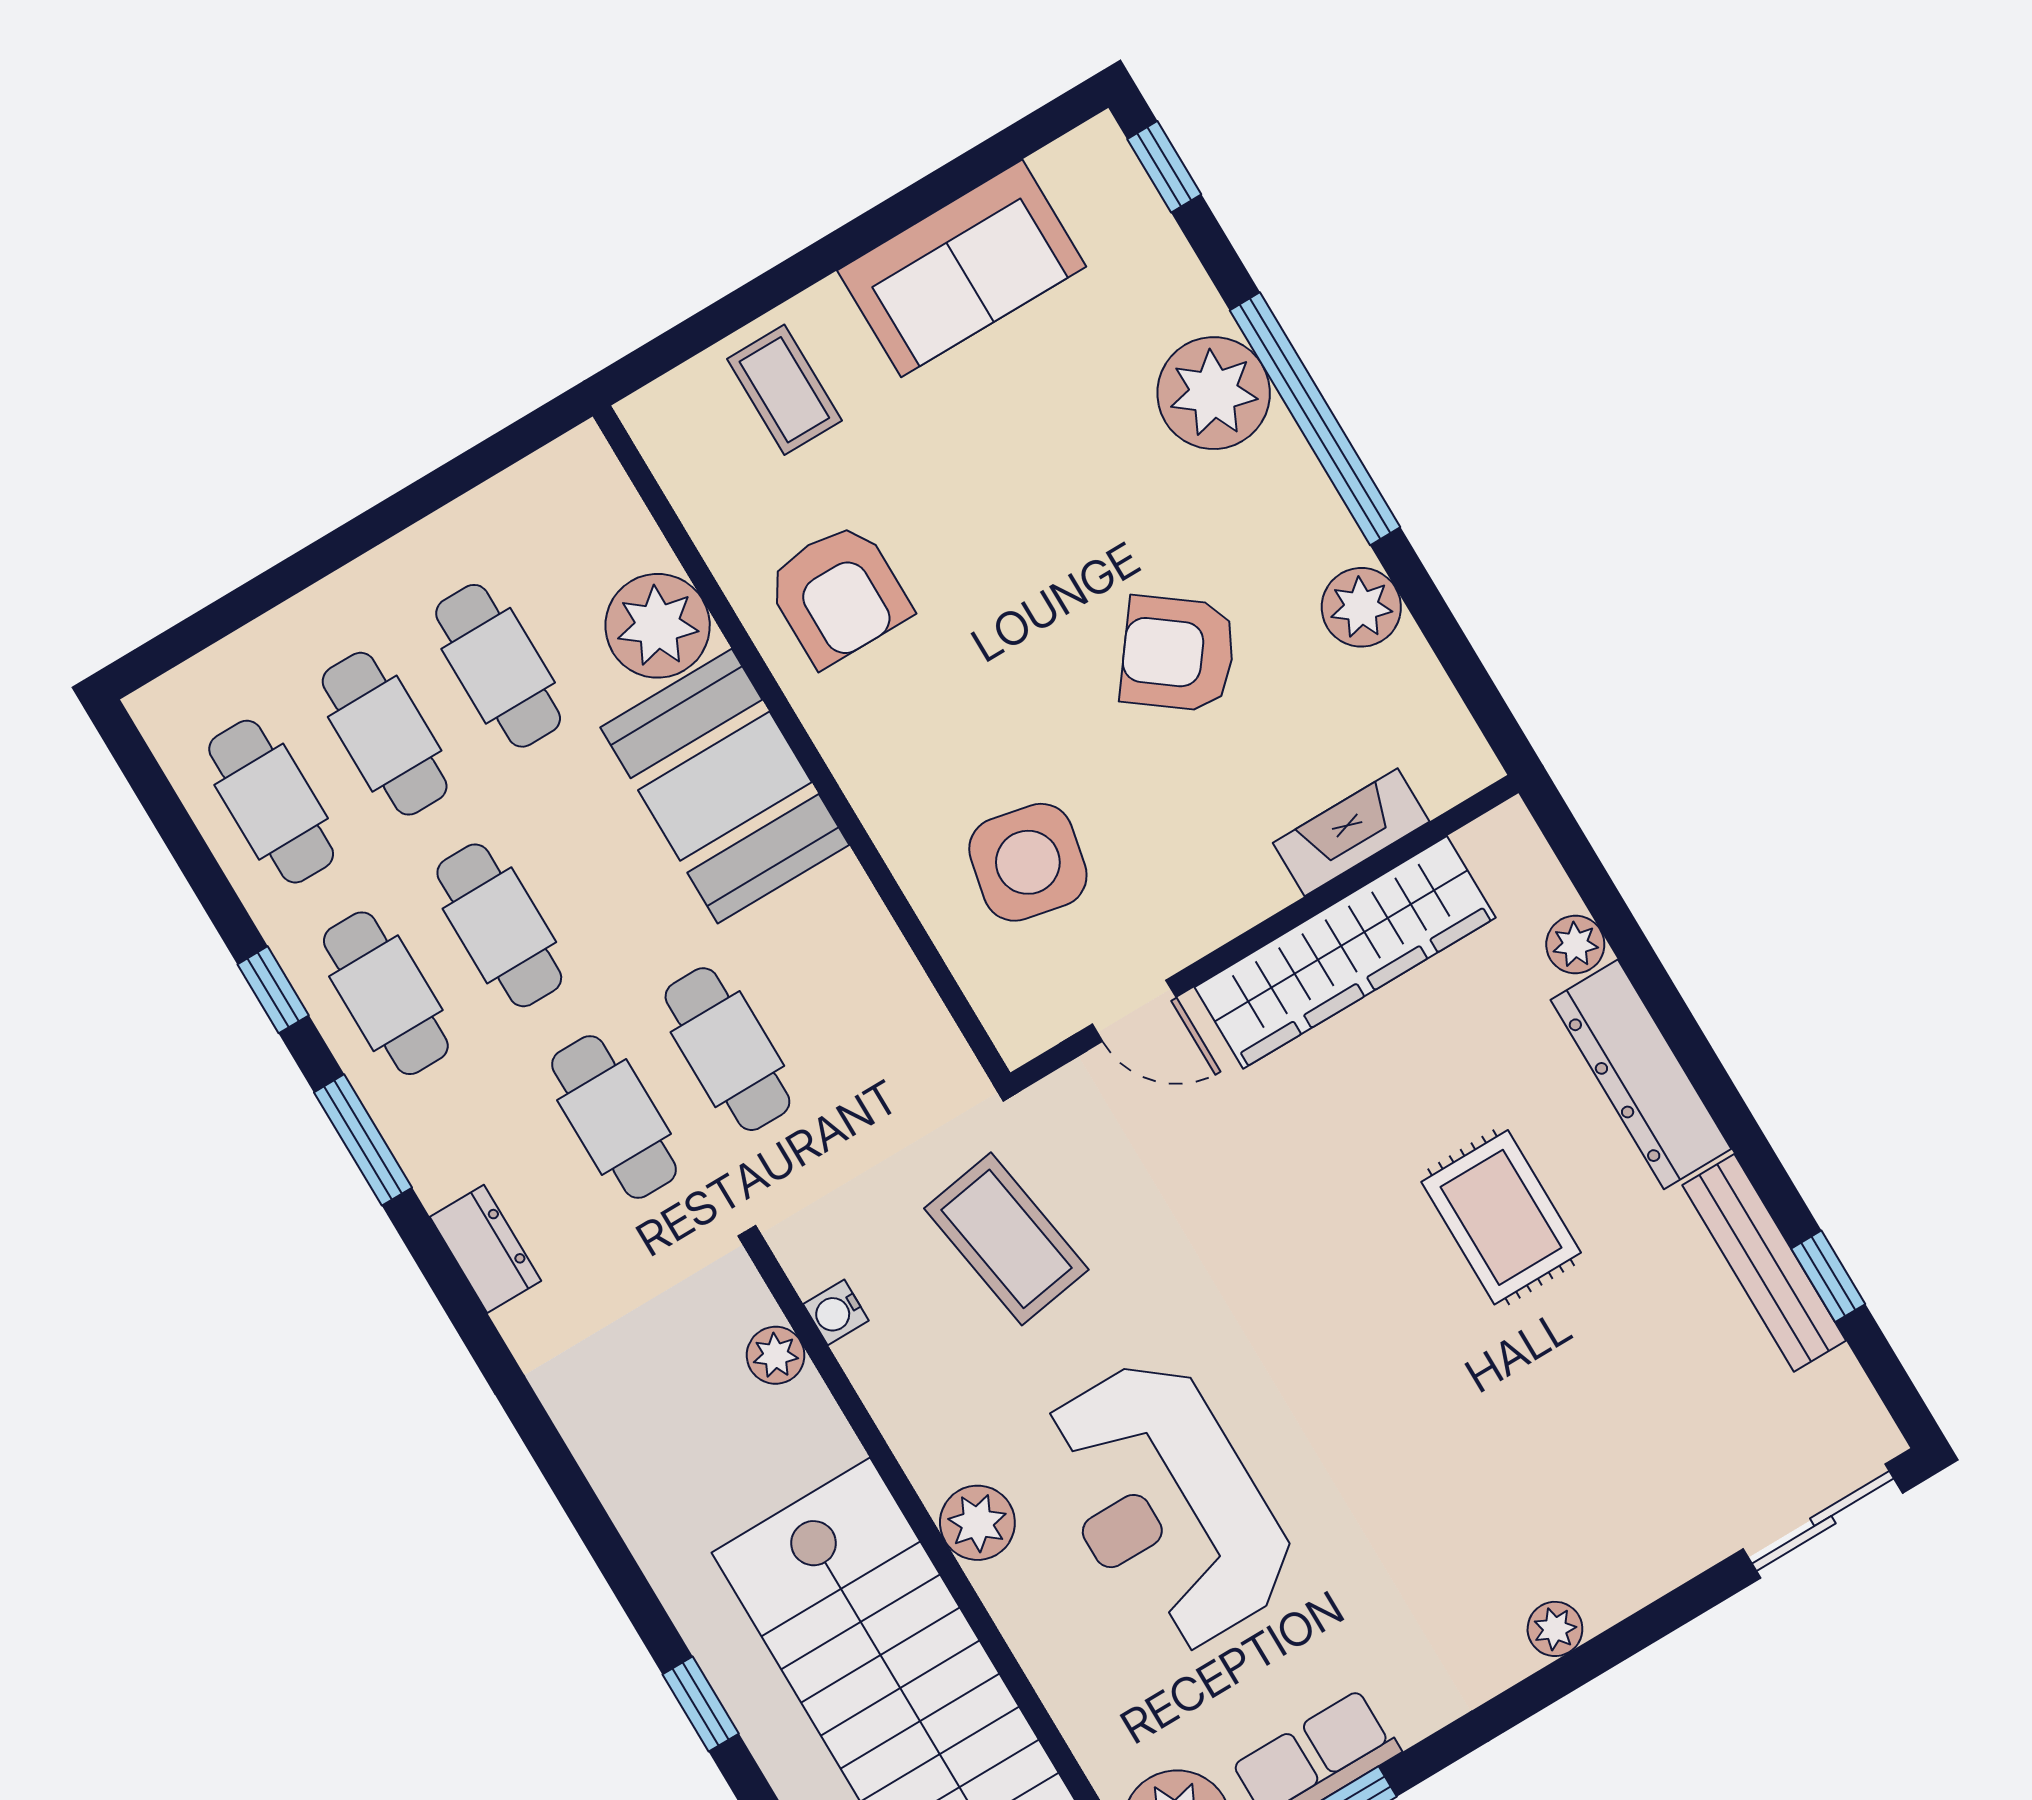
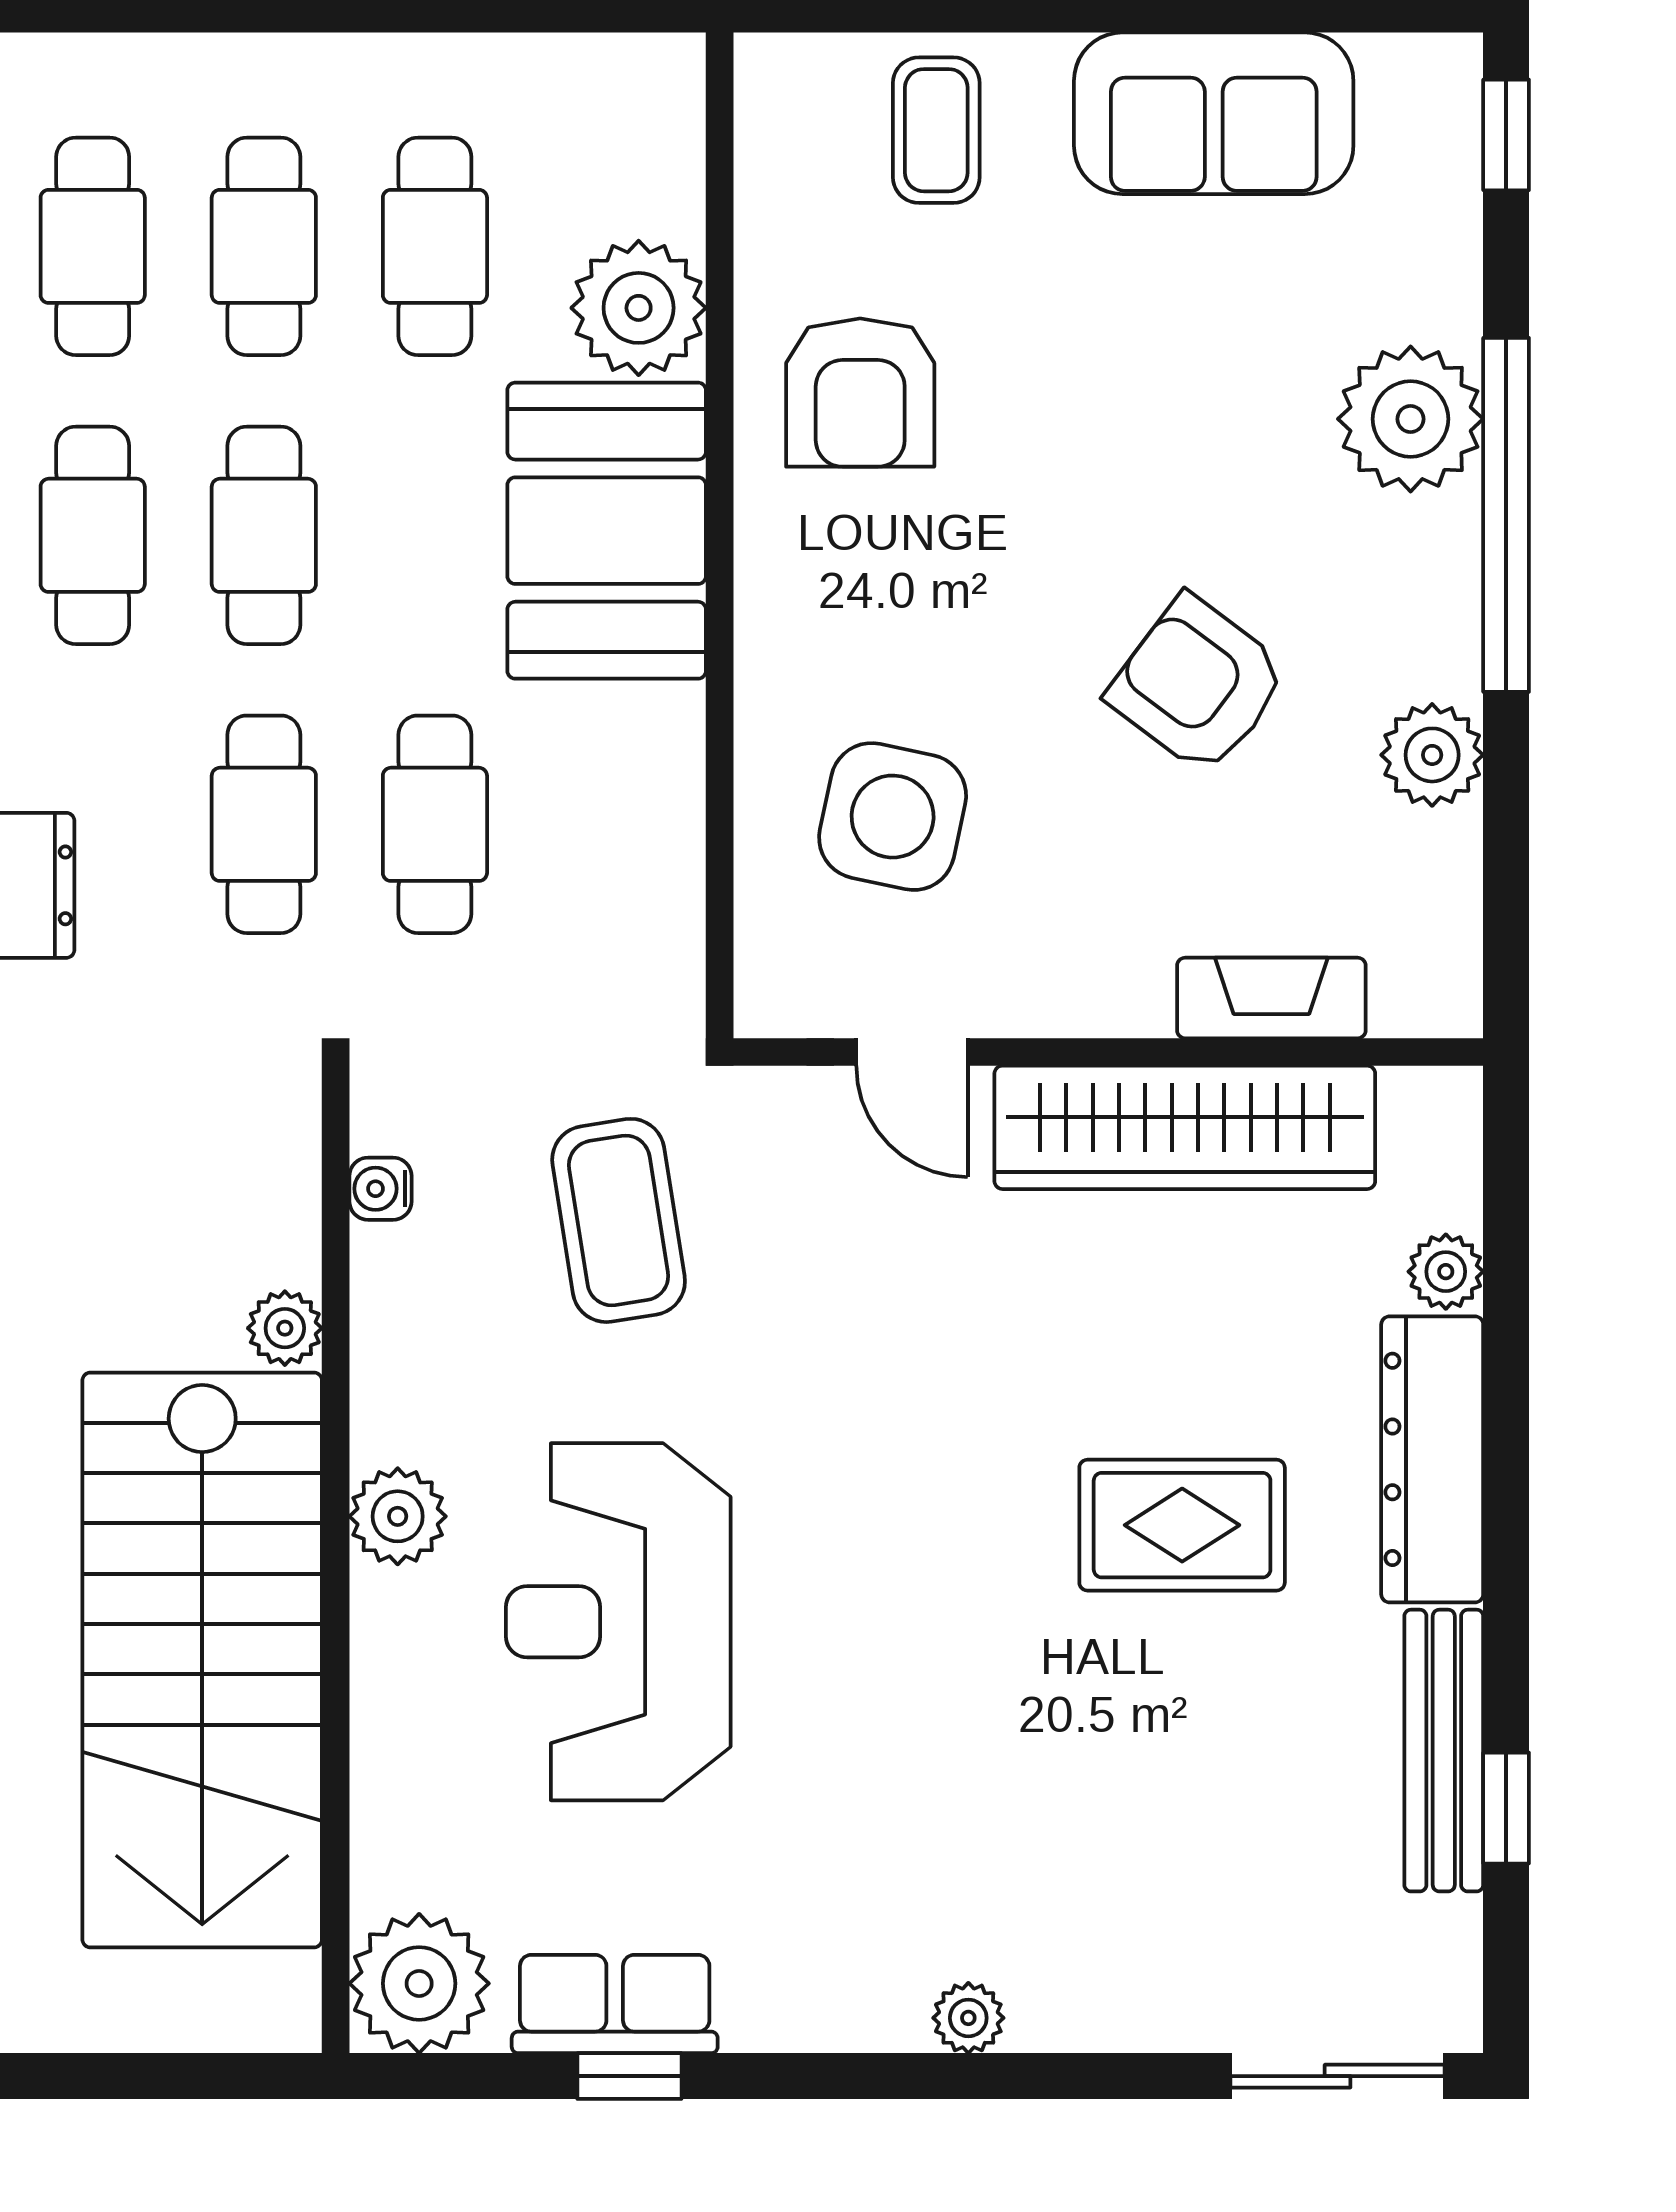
rug: (1501, 1217) -> (1182, 1525), turned 90
plant: (776, 1355) -> (285, 1328), moved

